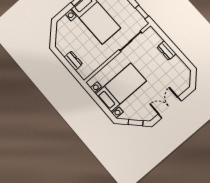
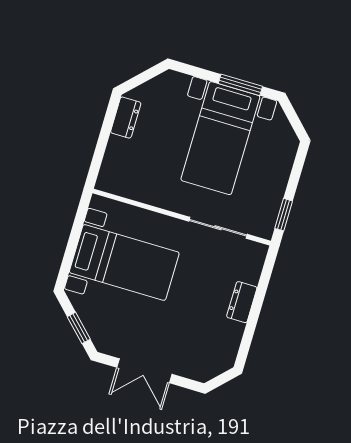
dresser: (73, 61) -> (126, 118), moved
double door: (170, 107) -> (144, 371), swing flipped

